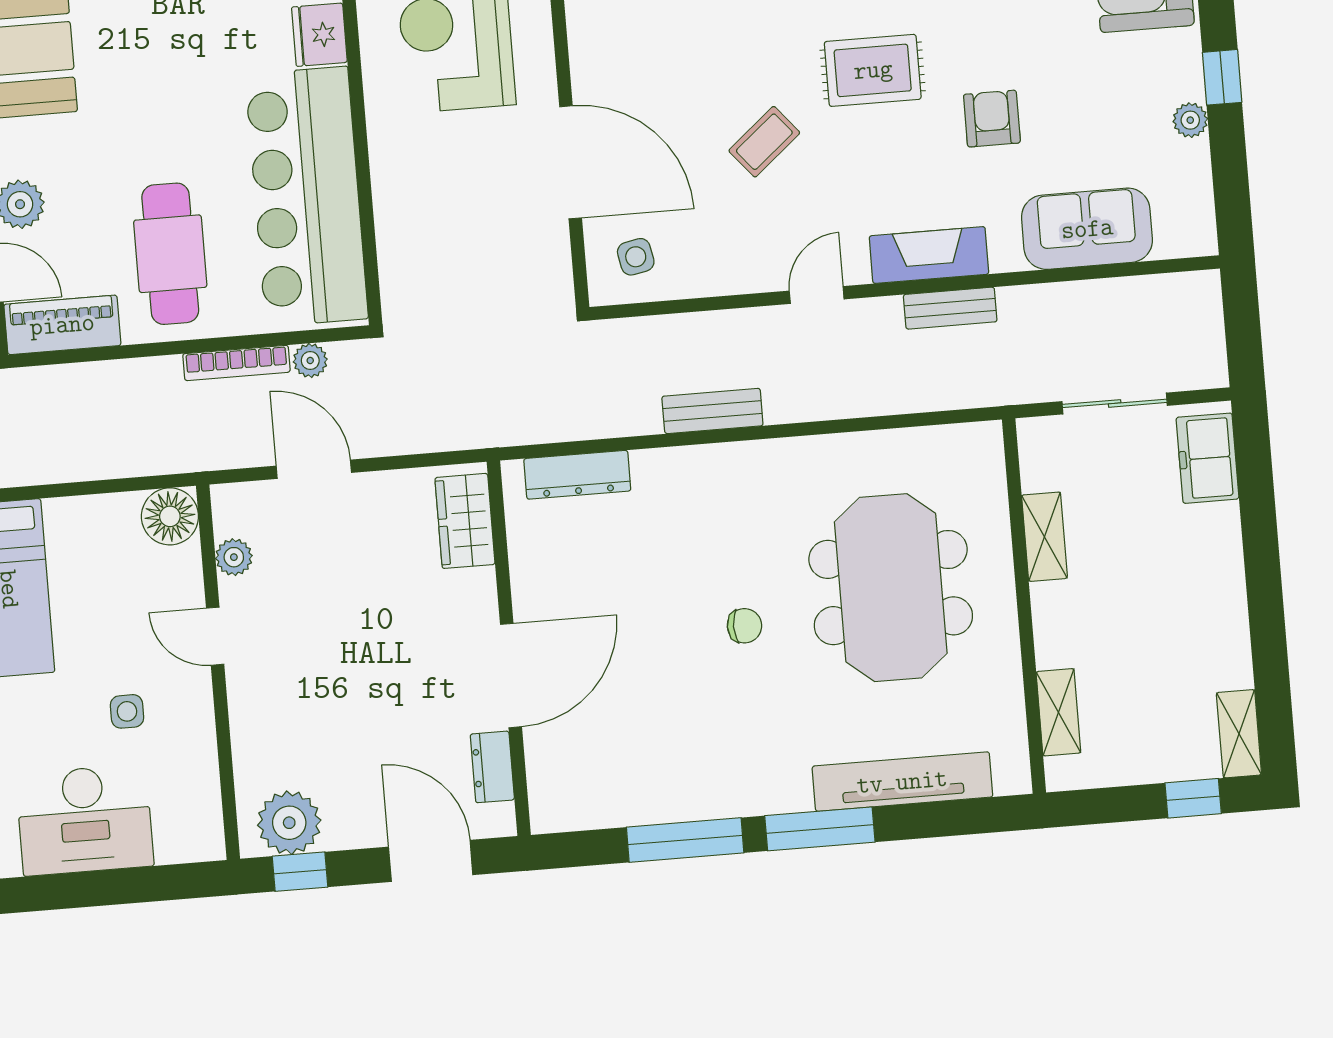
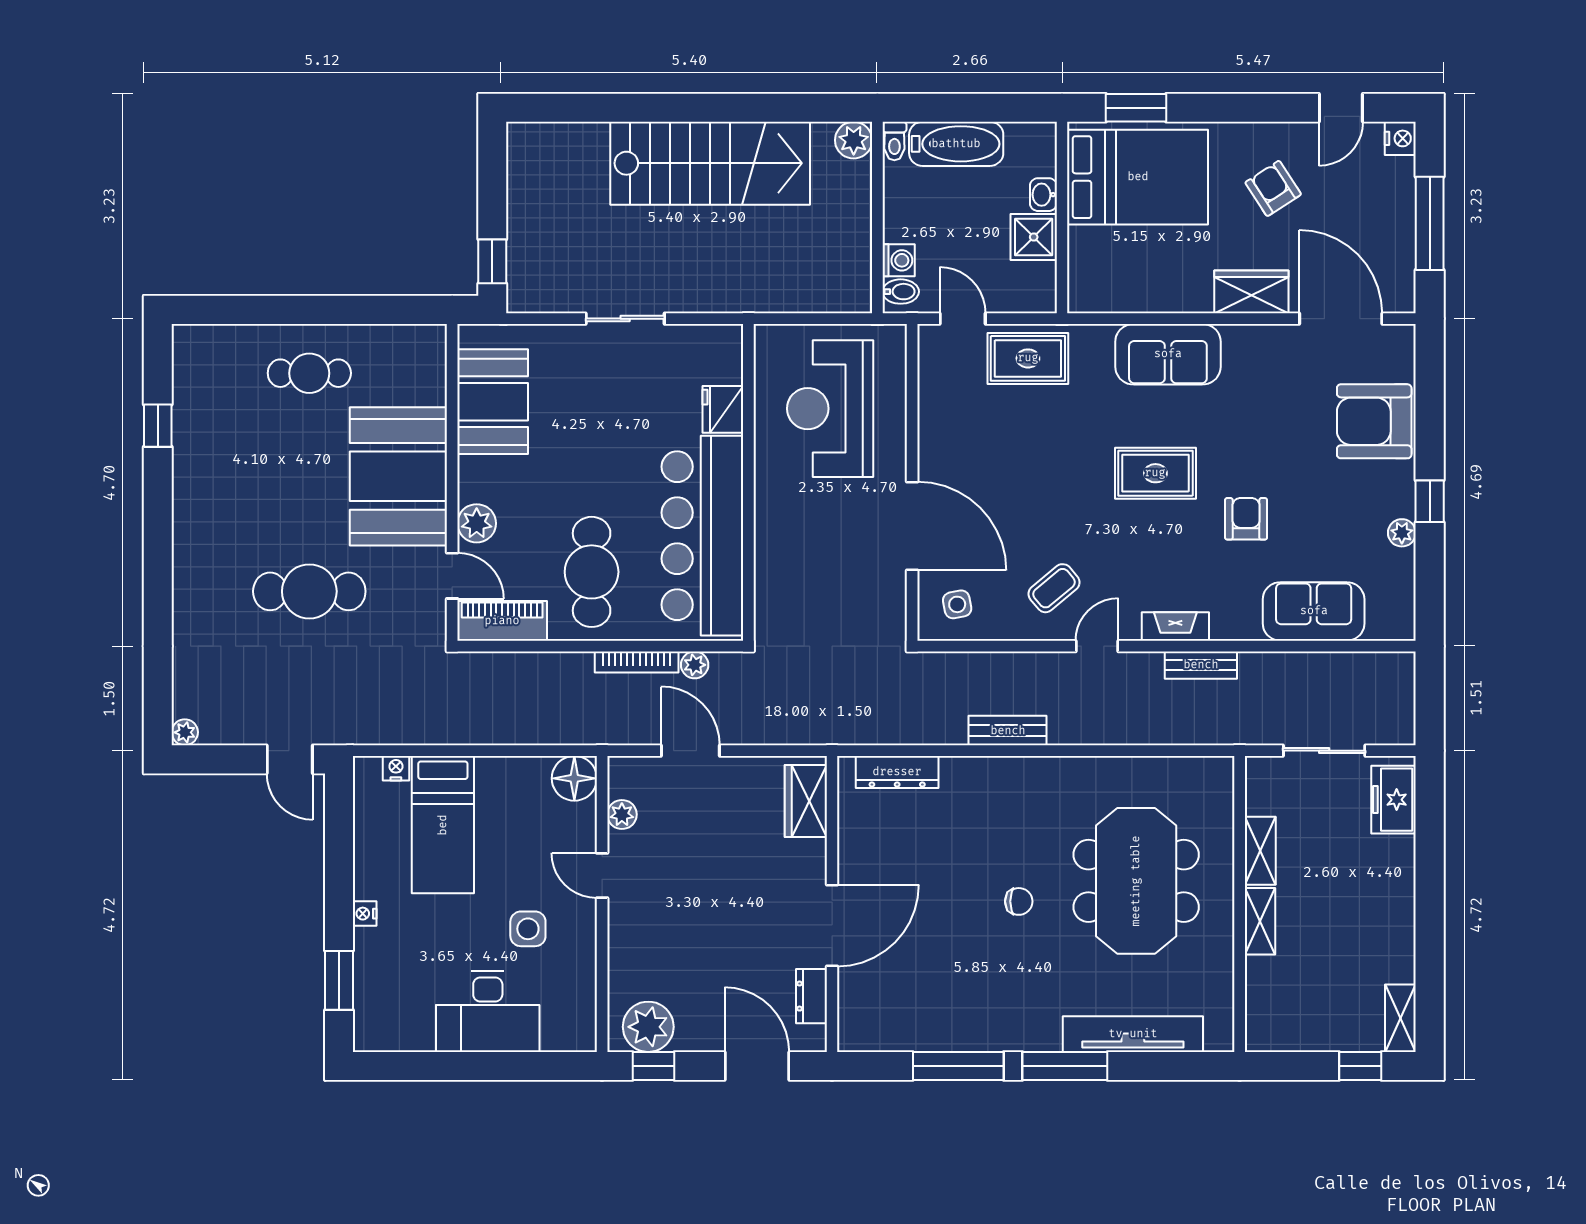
coffee table: (764, 142) -> (1054, 588), moved
fireplace: (929, 255) -> (1175, 627), width x0.73, depth x0.76
side table: (127, 711) -> (528, 929), width x1.37, depth x1.37
shelving: (1058, 712) -> (1260, 921), moved

